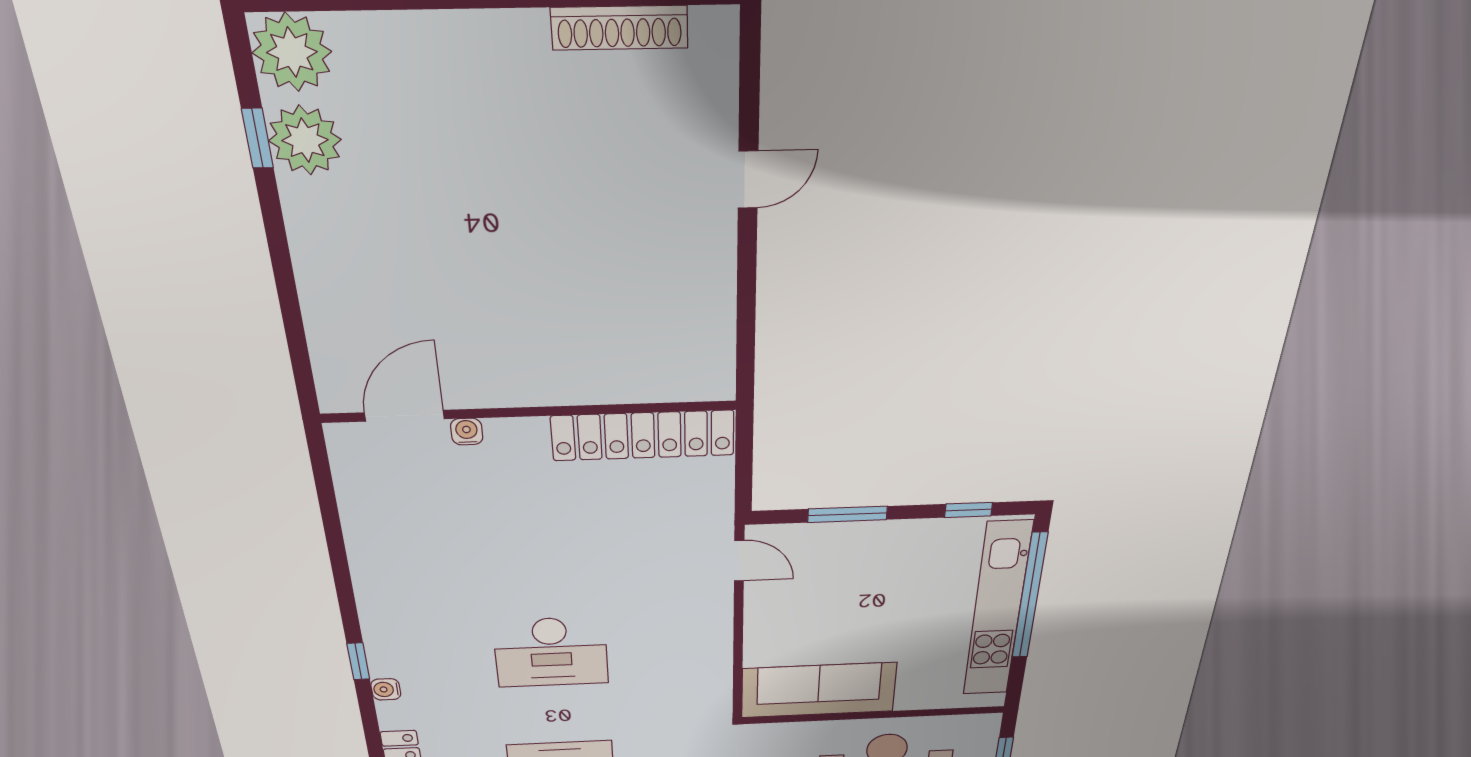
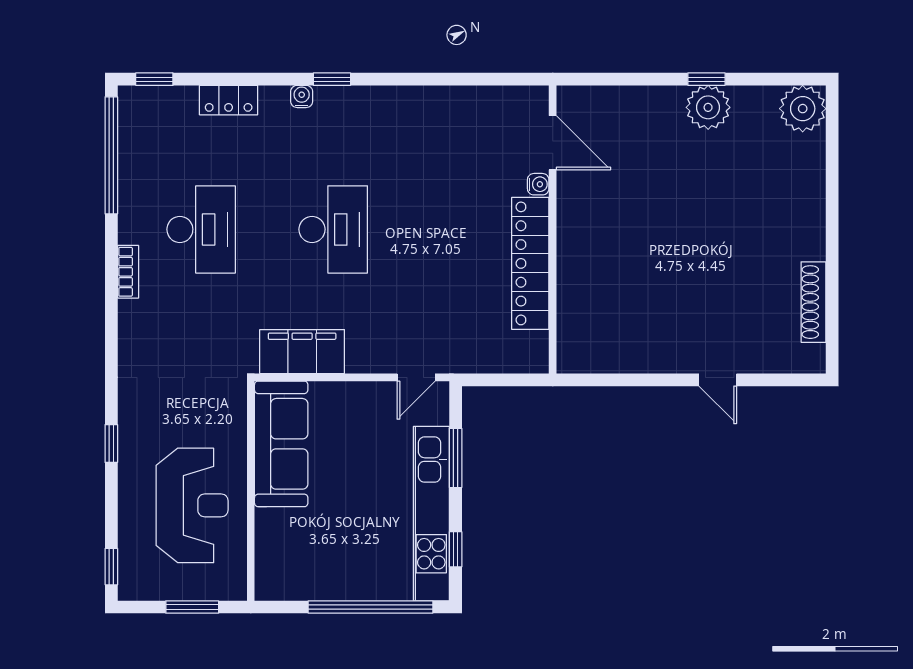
window: (258, 138) -> (706, 79), moved
plant: (305, 140) -> (708, 107), moved
locker: (643, 435) -> (530, 263), moved
kitchen unit: (997, 610) -> (431, 514), moved, turned -90
desk: (551, 652) -> (333, 229), turned 180
filing cabinet: (706, 676) -> (302, 352), added

